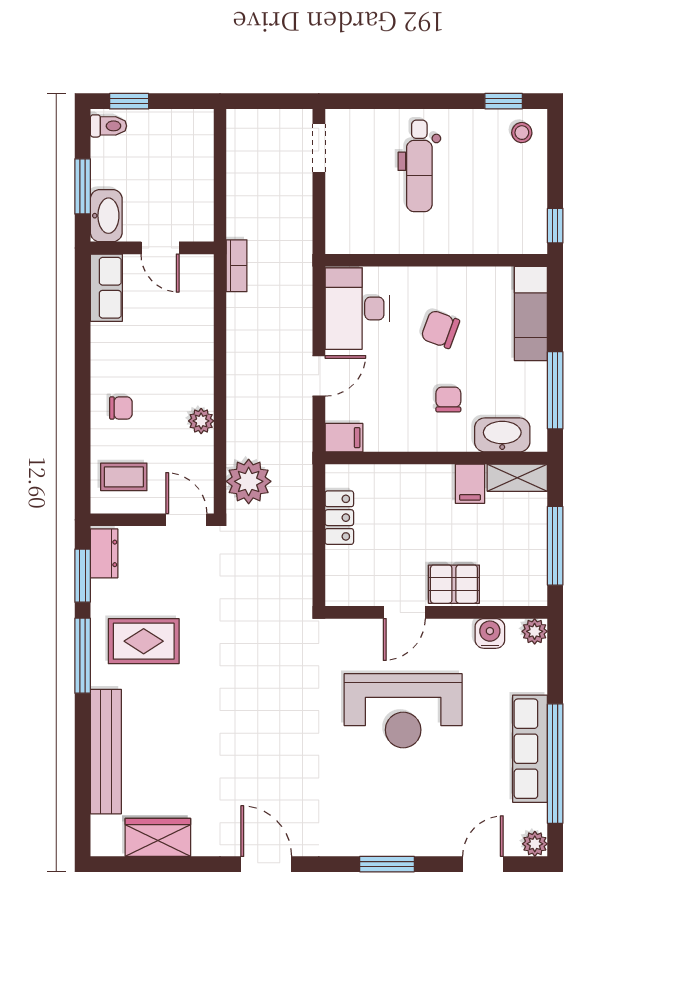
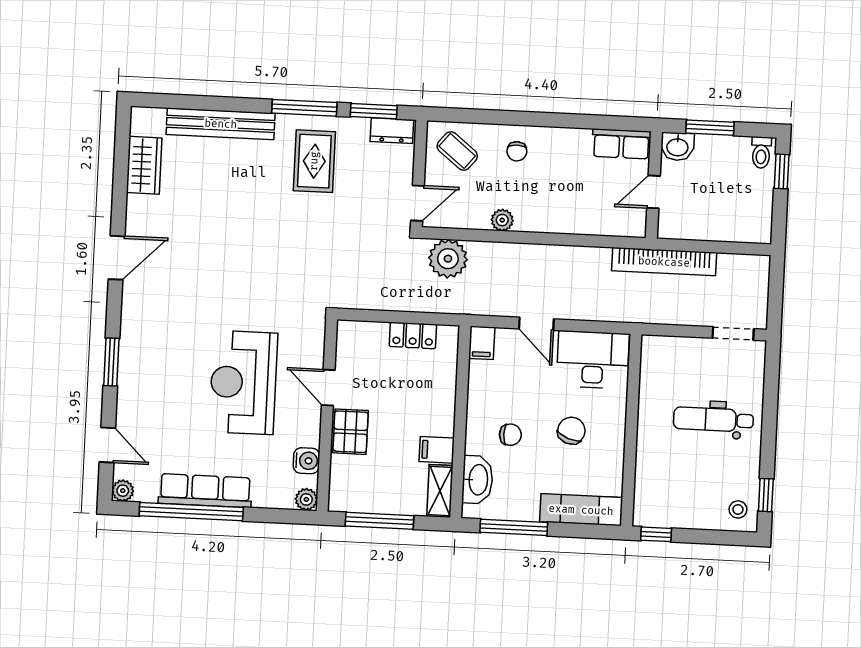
washbasin: (106, 216) -> (677, 147), width x0.72
bookcase: (237, 266) -> (664, 262), width x2.31, depth x1.31
coffee table: (124, 477) -> (457, 151), turned -51

